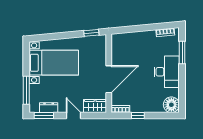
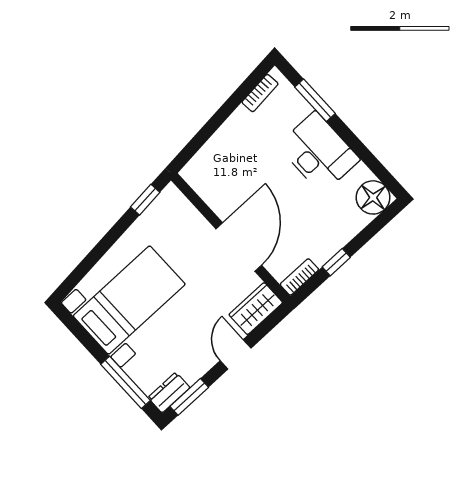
dresser: (49, 108) -> (169, 393), moved
door: (74, 116) -> (236, 354), hinge flipped

